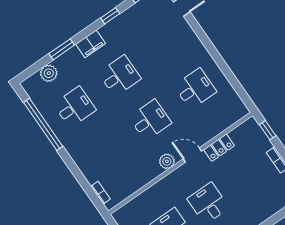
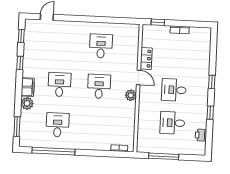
window: (62, 49) -> (17, 127), moved
plant: (49, 73) -> (27, 103), moved
door: (192, 155) -> (139, 77), swing flipped

